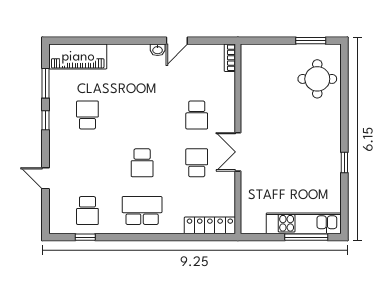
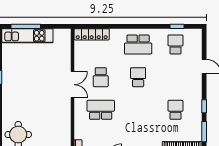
school desk: (87, 115) -> (175, 110), turned 180
school desk: (197, 115) -> (101, 110), width x1.85

